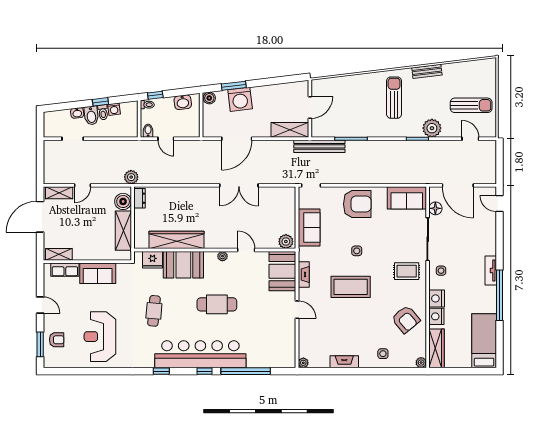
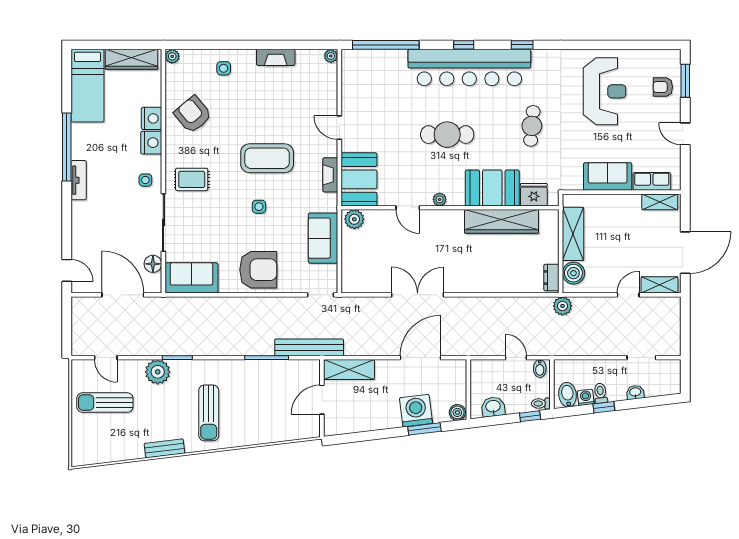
bidet: (91, 116) -> (568, 395), moved
armchair: (357, 204) -> (258, 270), turned 180
wardrobe: (436, 348) -> (131, 59), moved, turned -90
window: (246, 371) -> (386, 45), moved

